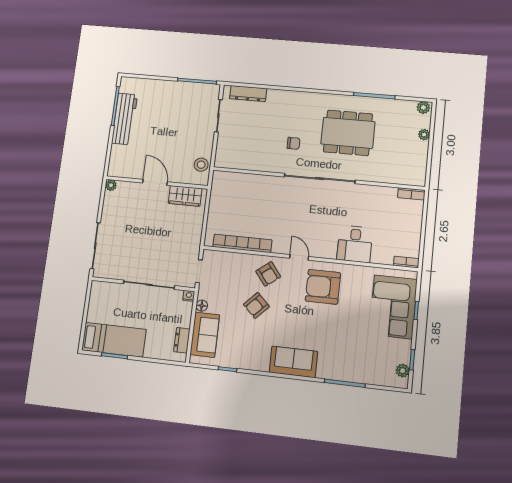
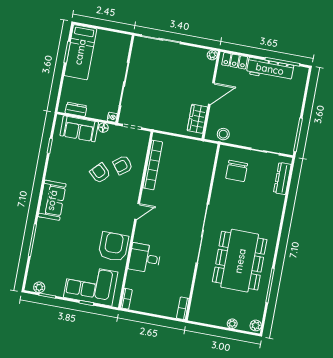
dining table: (348, 133) -> (240, 261), width x1.36, depth x1.24
chair: (293, 143) -> (237, 171), moved, width x1.87, depth x1.87
locker: (116, 159) -> (235, 61), added
armchair: (268, 274) -> (123, 165), moved
armchair: (323, 287) -> (113, 247), moved

